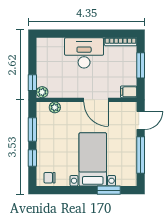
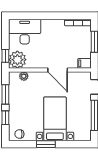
desk: (84, 53) -> (25, 32), moved
plant: (42, 92) -> (17, 60), width x1.87, depth x1.87
window: (109, 190) -> (46, 144), moved

